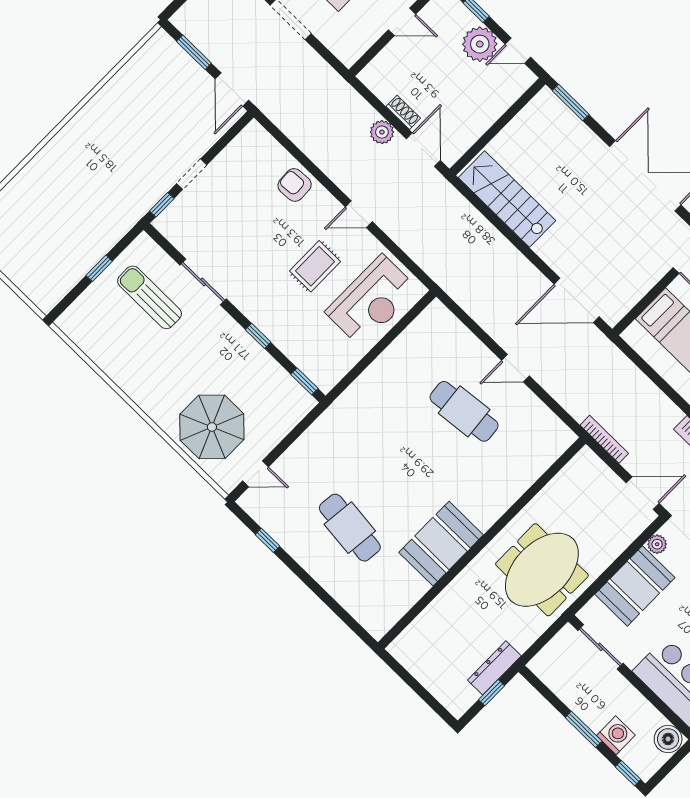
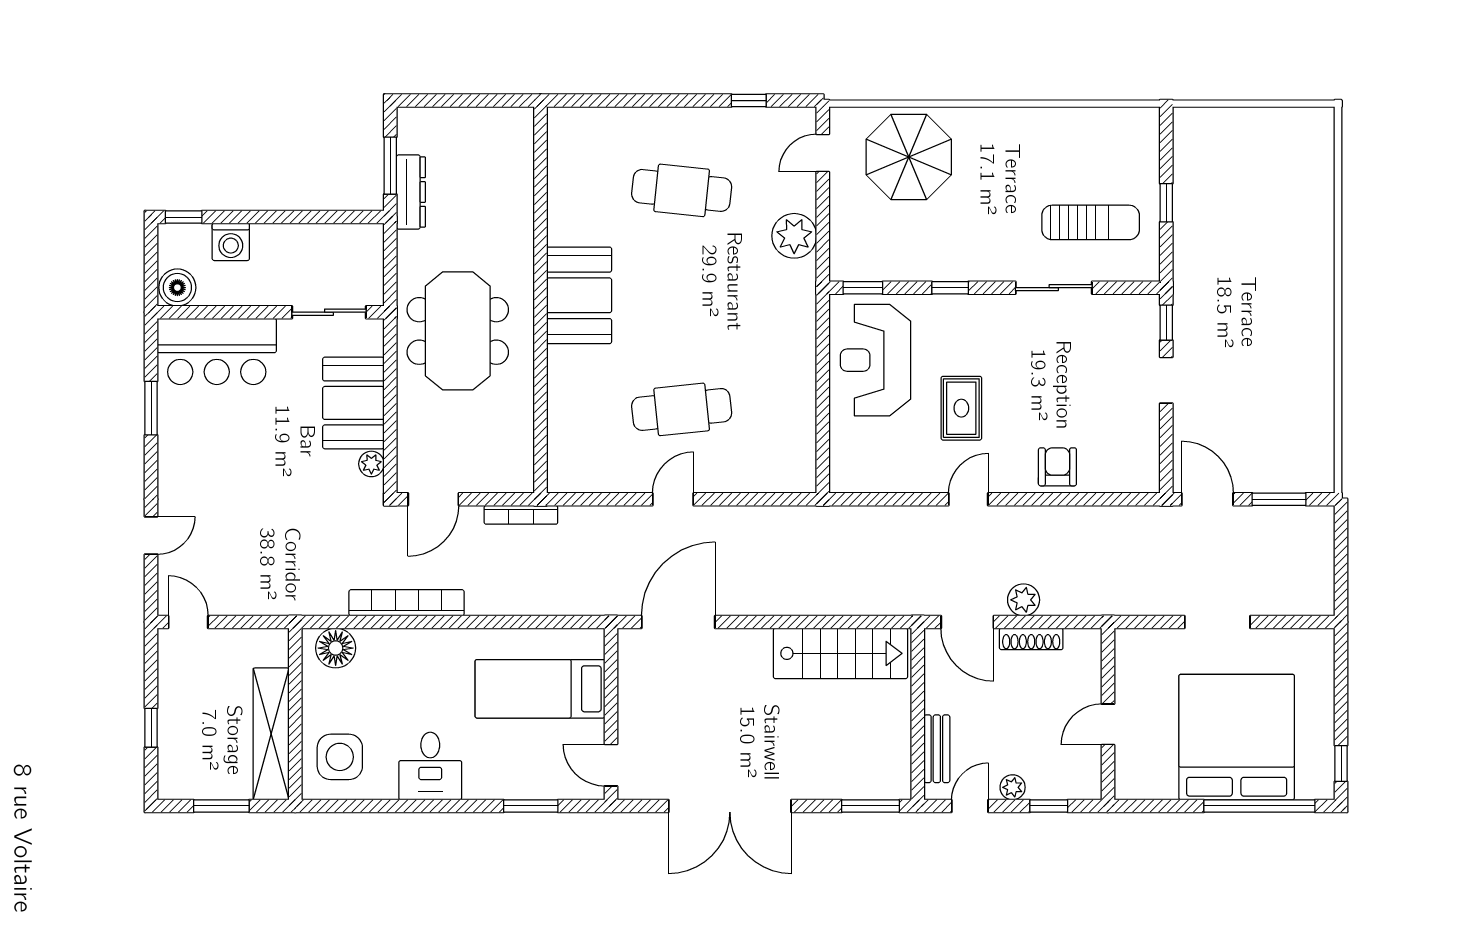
plant: (480, 44) -> (1013, 787), width x0.53, depth x0.53
bench: (506, 98) -> (937, 749), added
shoe rack: (403, 112) -> (1031, 639), width x1.43
armchair: (295, 185) -> (1057, 467), turned -87
reception desk: (372, 301) -> (876, 360), moved
plant: (314, 445) -> (794, 236), added
booth: (441, 544) -> (579, 295), moved
window: (492, 693) -> (390, 166), width x1.50
window: (584, 729) -> (267, 217), removed

